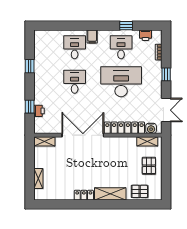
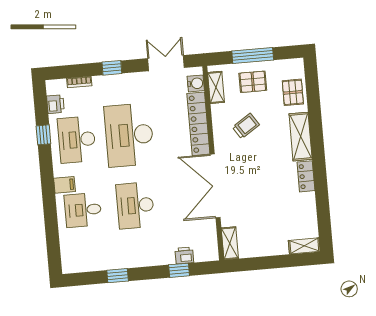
desk: (121, 47) -> (77, 140), width x1.37
desk: (75, 82) -> (135, 205), width x1.37
trolley: (120, 159) -> (246, 126), added
window: (166, 167) -> (253, 56), added
shelving: (38, 179) -> (304, 246), moved

